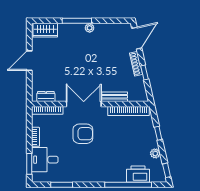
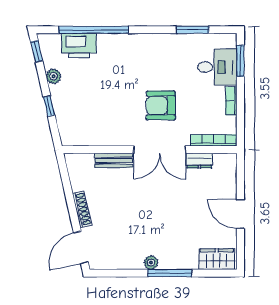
door: (29, 61) -> (240, 214), swing flipped
window: (144, 73) -> (69, 196), removed
dresser: (46, 97) -> (199, 161), moved
bookcase: (129, 111) -> (93, 139), removed

